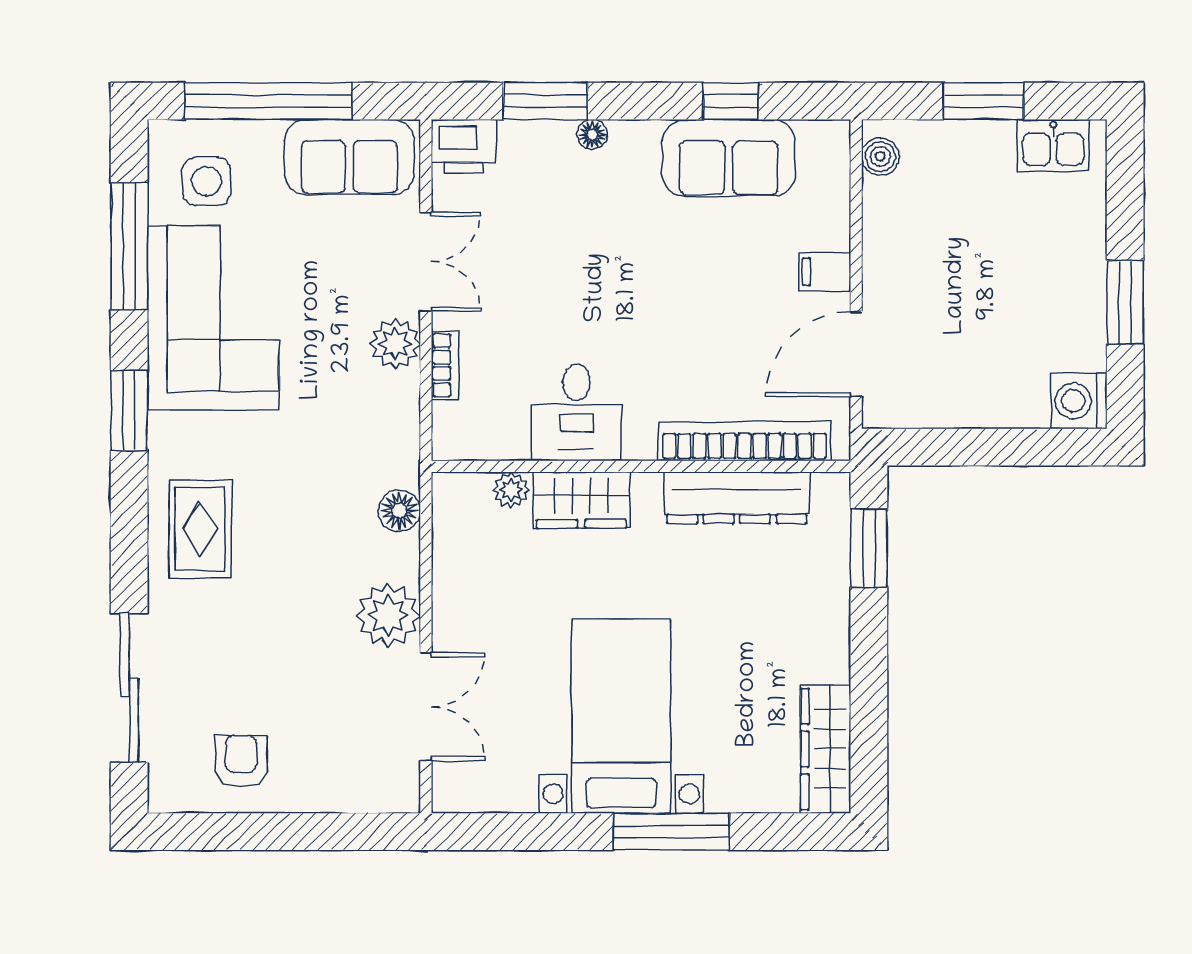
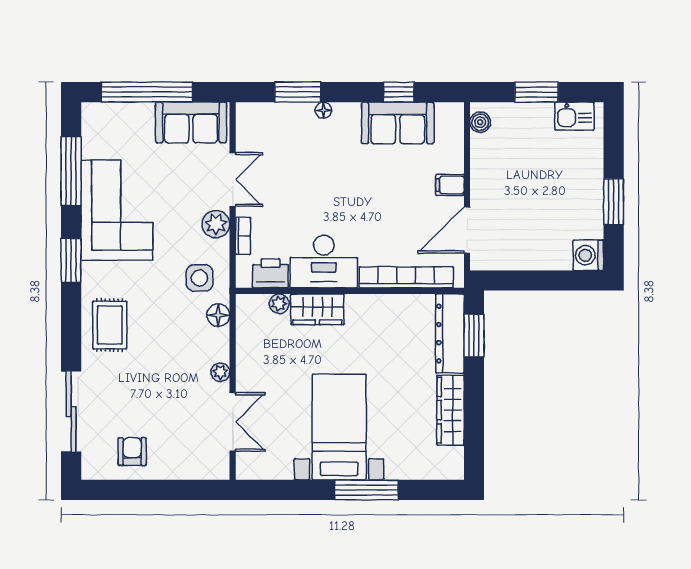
printer: (464, 146) -> (270, 273), moved, turned 180
side table: (206, 181) -> (199, 278), moved
desk: (576, 412) -> (324, 262), width x1.37
dresser: (737, 498) -> (450, 334), moved, turned 90
plant: (388, 615) -> (220, 372), width x0.53, depth x0.53
wardrobe: (826, 749) -> (450, 410), moved

